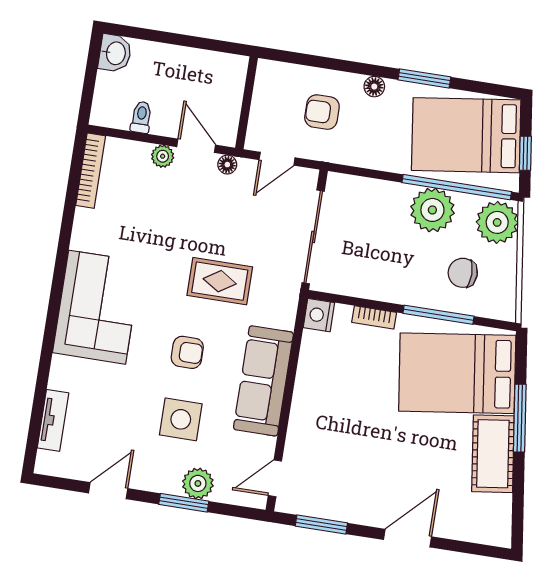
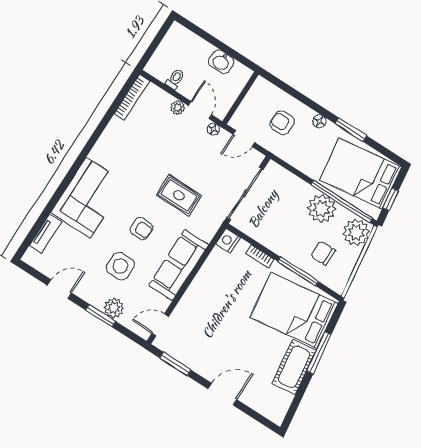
washbasin: (115, 53) -> (221, 62), moved, turned 90
corner sofa: (97, 307) -> (88, 198), moved

